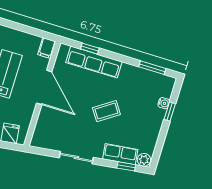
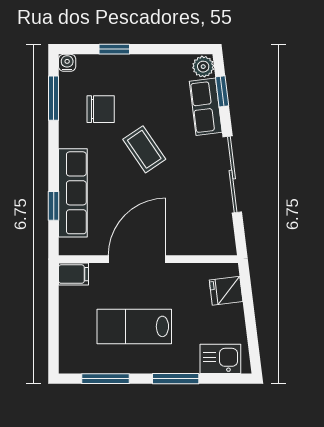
chair: (137, 93) -> (101, 109), added
water cooler: (164, 103) -> (67, 63), moved
sliding door: (76, 158) -> (232, 175), width x1.37

